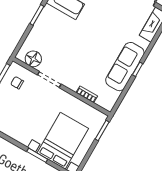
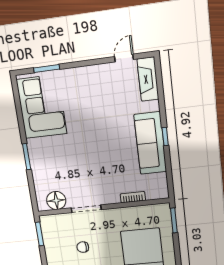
chair: (17, 83) -> (83, 247), moved

